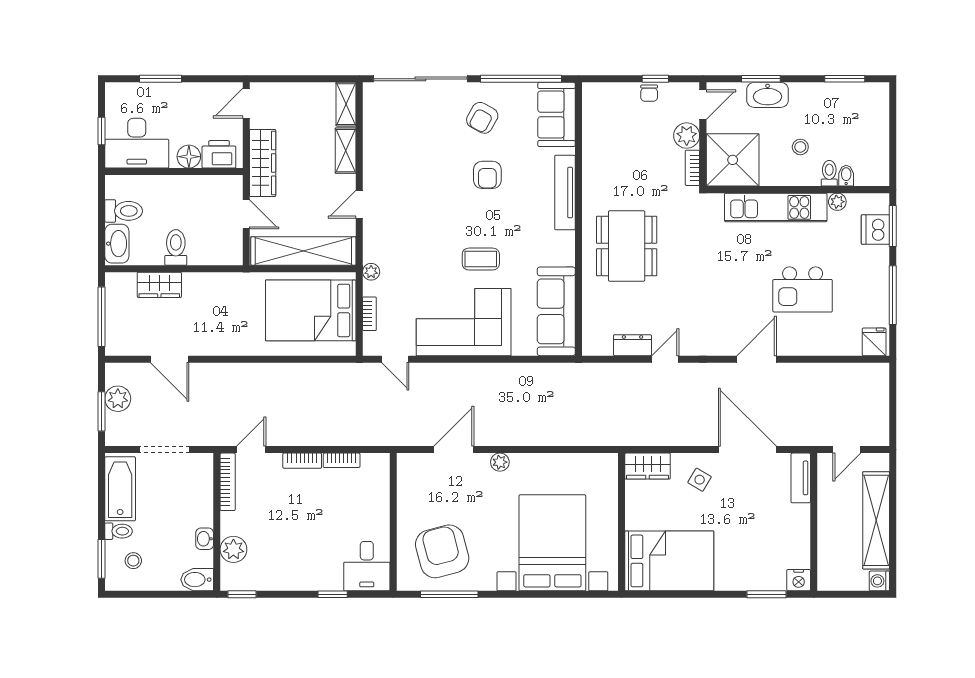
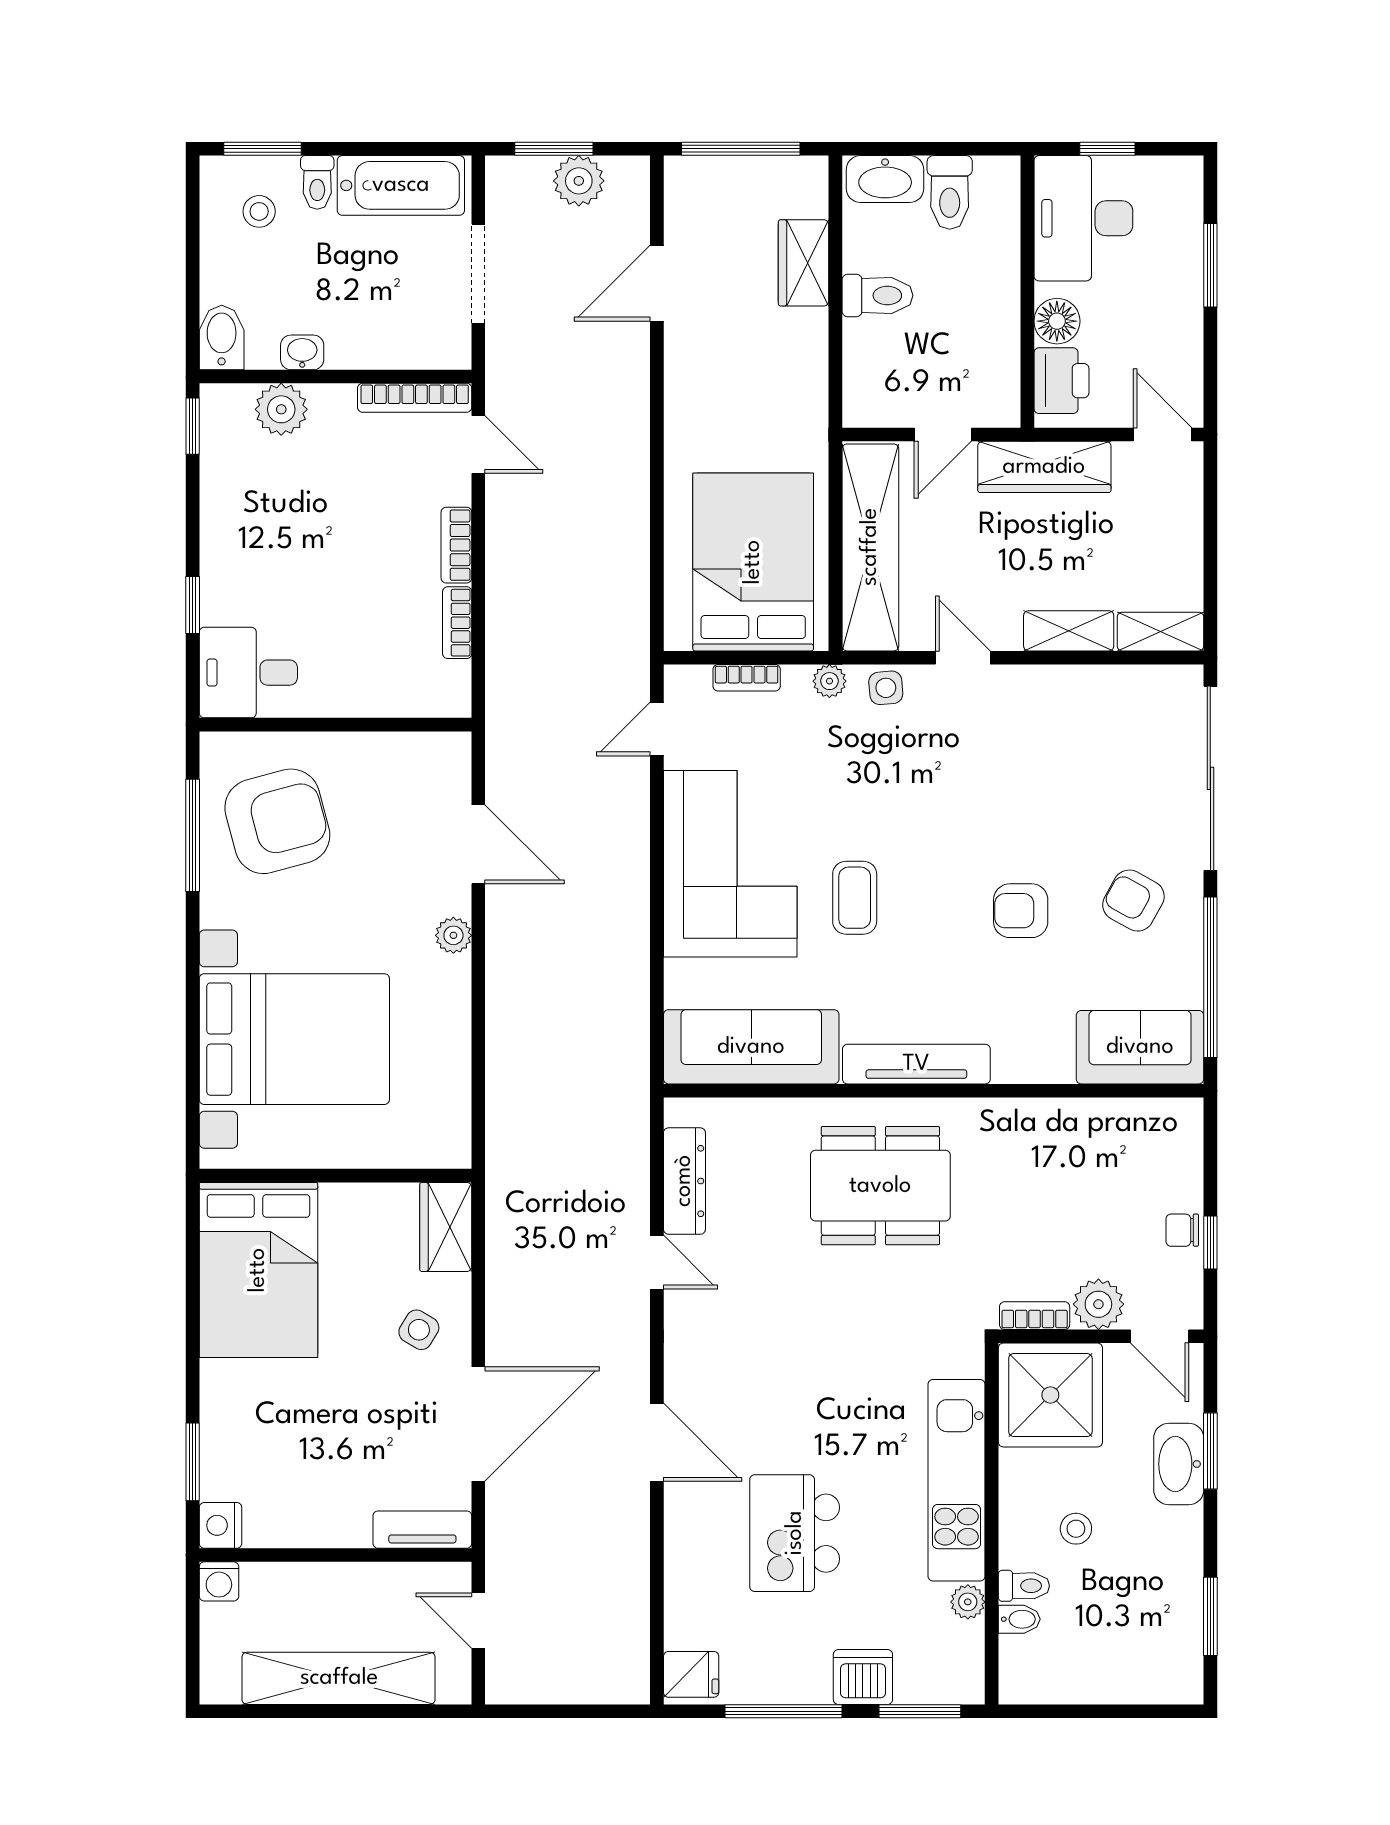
tv unit: (565, 193) -> (916, 1064), moved
dishwasher: (875, 230) -> (863, 1677), moved
side table: (375, 243) -> (886, 688), added
dresser: (632, 345) -> (684, 1181), width x1.44
washing machine: (879, 581) -> (219, 1581), moved, turned 180

